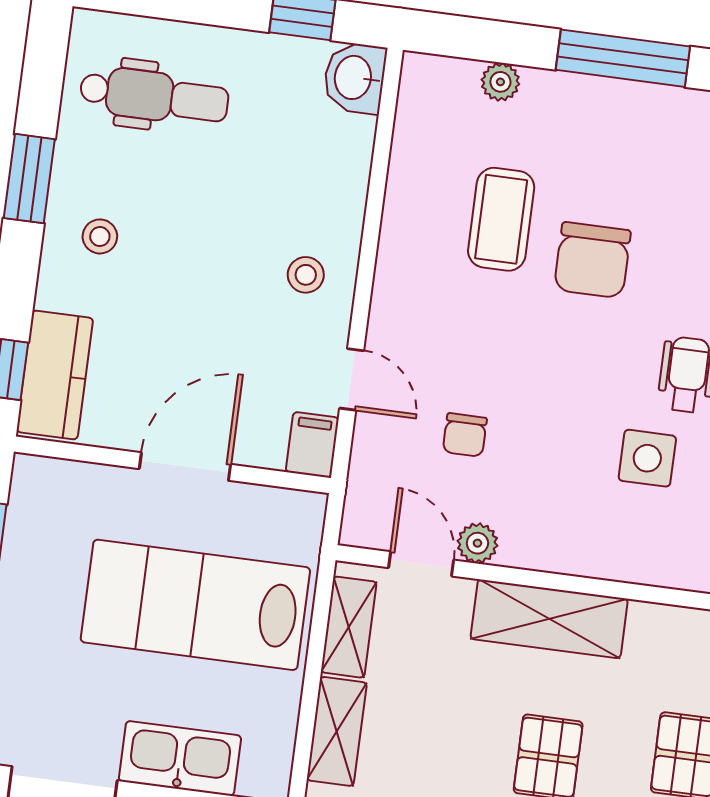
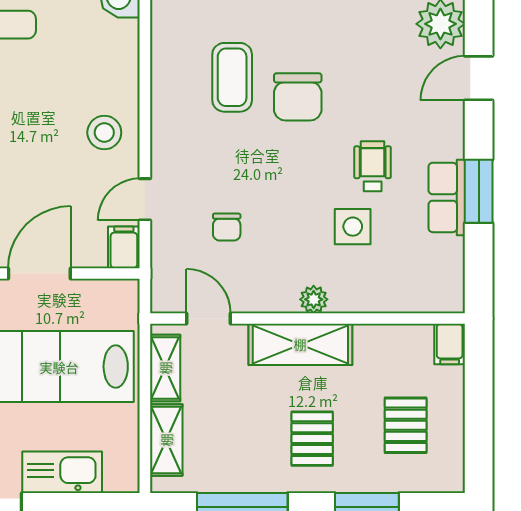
stool: (306, 275) -> (104, 133), width x1.37, depth x1.37
door: (352, 379) -> (145, 199), swing flipped
plant: (477, 543) -> (314, 299), moved

